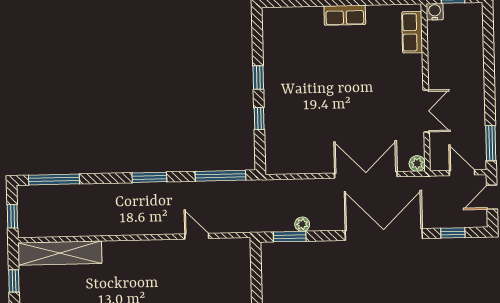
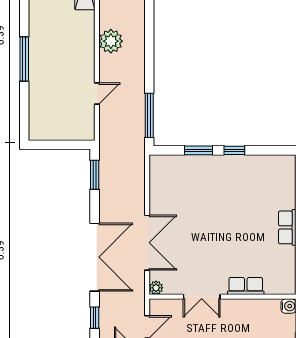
row of seats: (412, 32) -> (246, 286), moved
window: (259, 118) -> (199, 150), width x1.50
window: (149, 177) -> (149, 53), removed
plant: (302, 224) -> (111, 41), moved, width x1.87, depth x1.87

